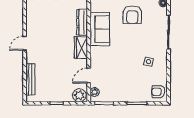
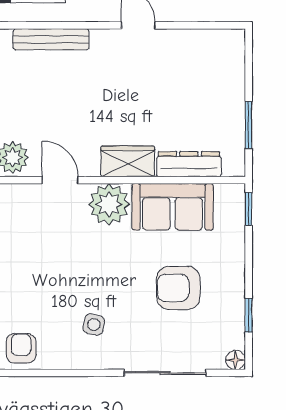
armchair: (132, 15) -> (178, 288), moved
plant: (95, 92) -> (109, 204), moved, width x1.88, depth x1.88

